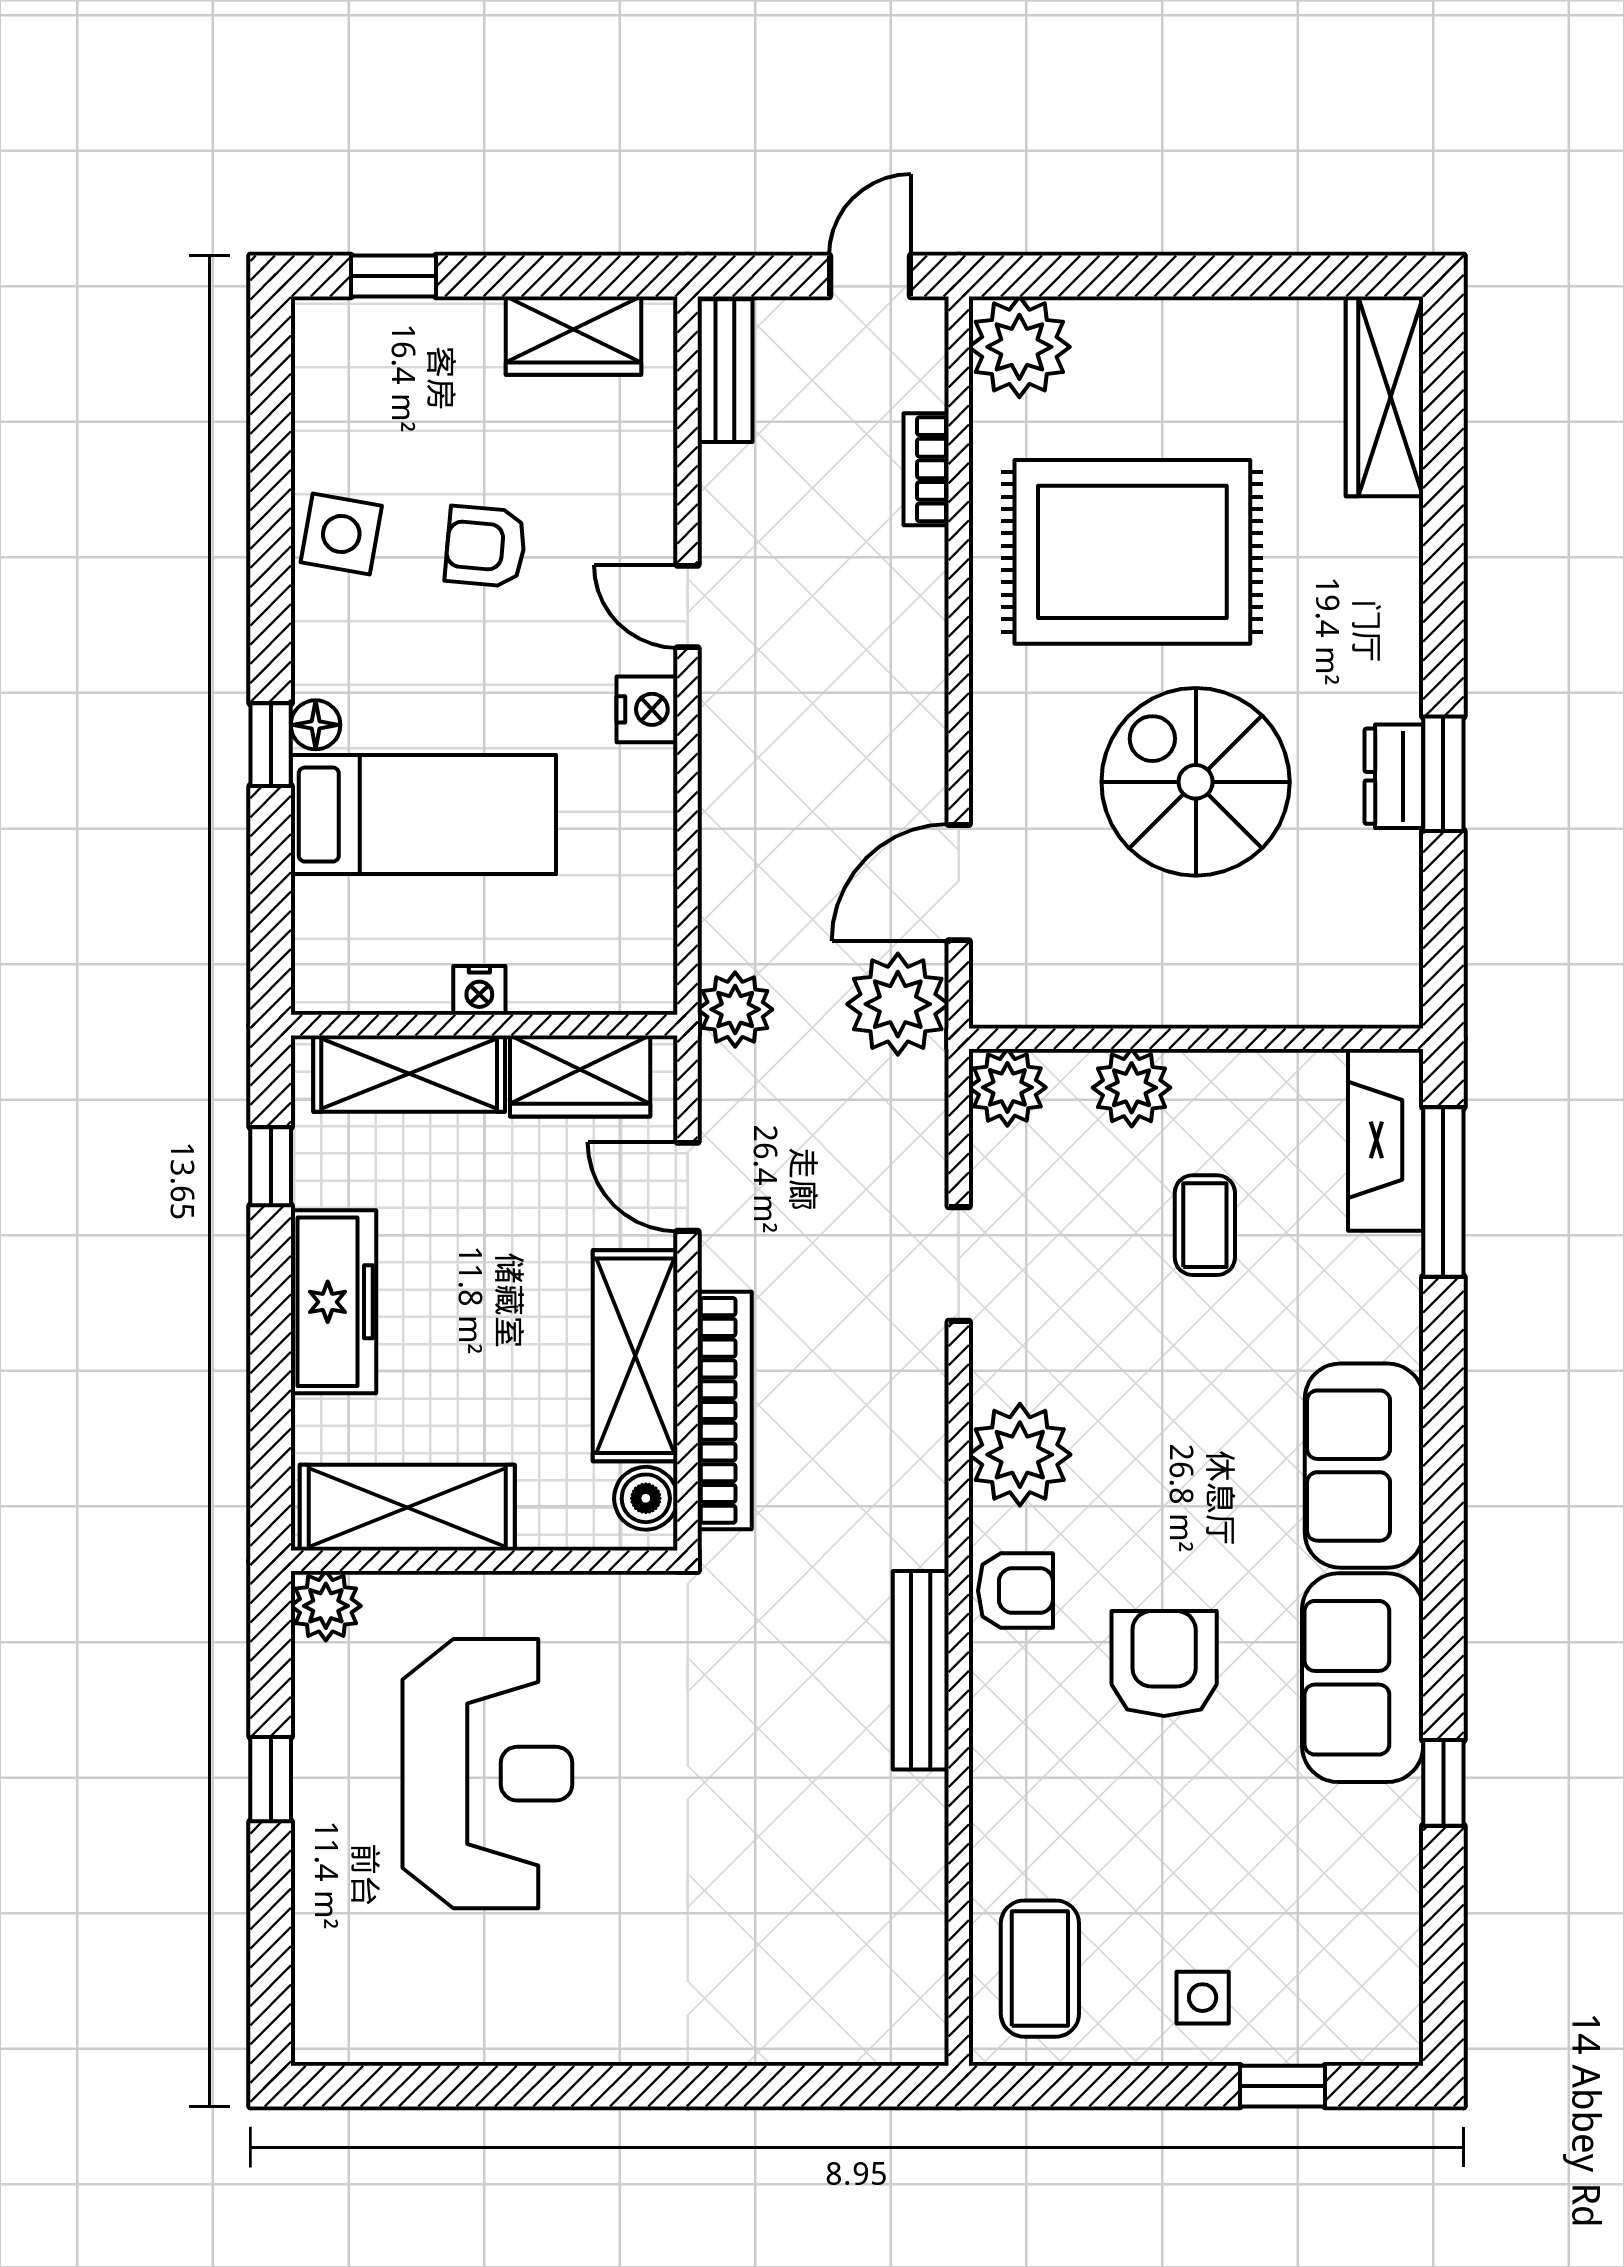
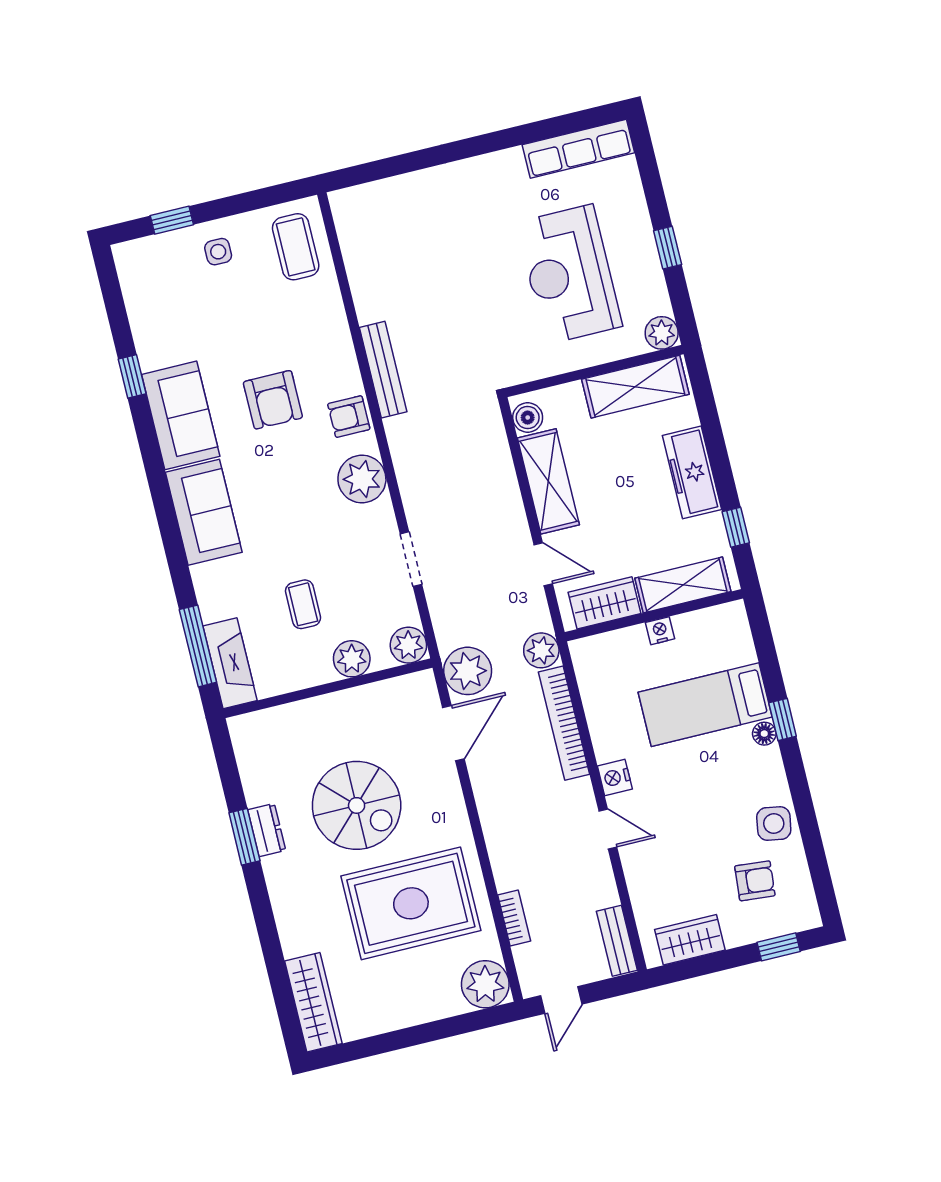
armchair: (486, 546) -> (755, 881), moved
bookcase: (725, 1410) -> (564, 723), moved
row of seats: (405, 2029) -> (578, 149), added

